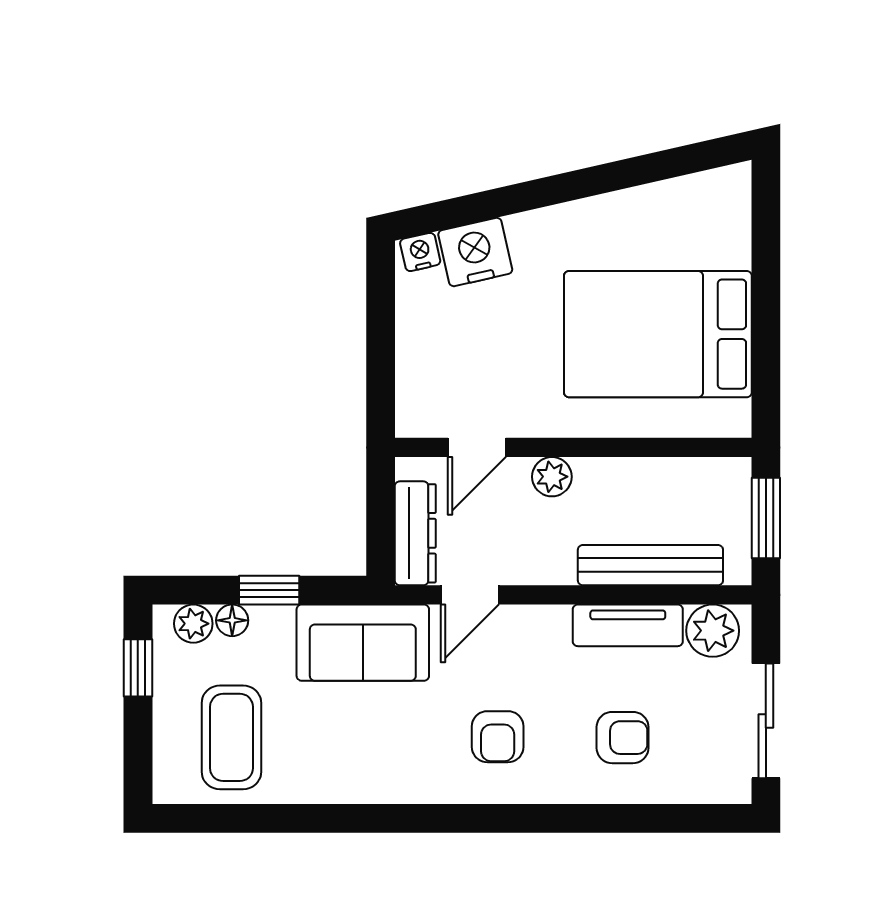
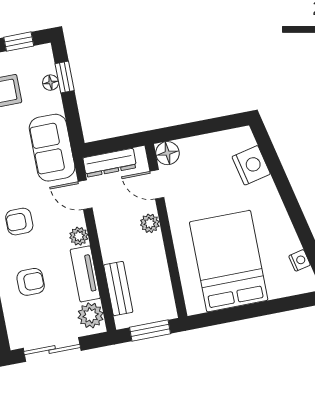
nightstand: (420, 252) -> (300, 260), moved
floor lamp: (419, 414) -> (167, 153), added
bench: (650, 565) -> (118, 289), width x0.73
window: (269, 590) -> (65, 77), moved
plant: (193, 624) -> (79, 236), moved
armchair: (623, 738) -> (31, 282), turned -90

